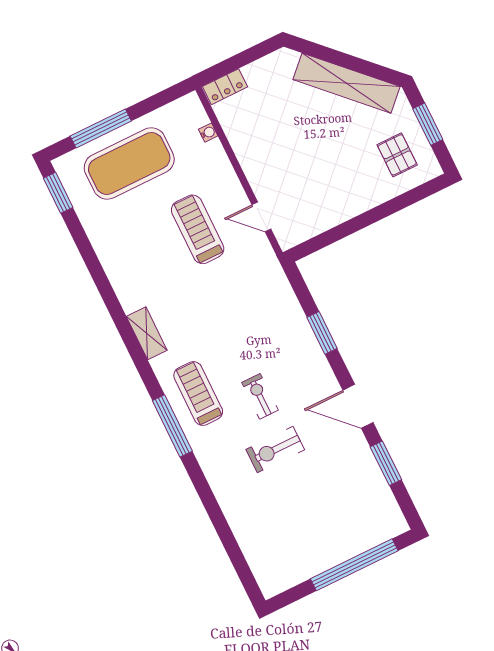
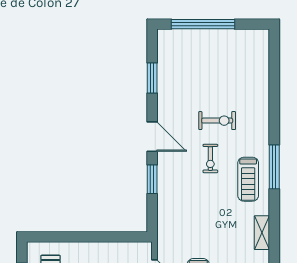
door: (358, 406) -> (152, 137), moved

